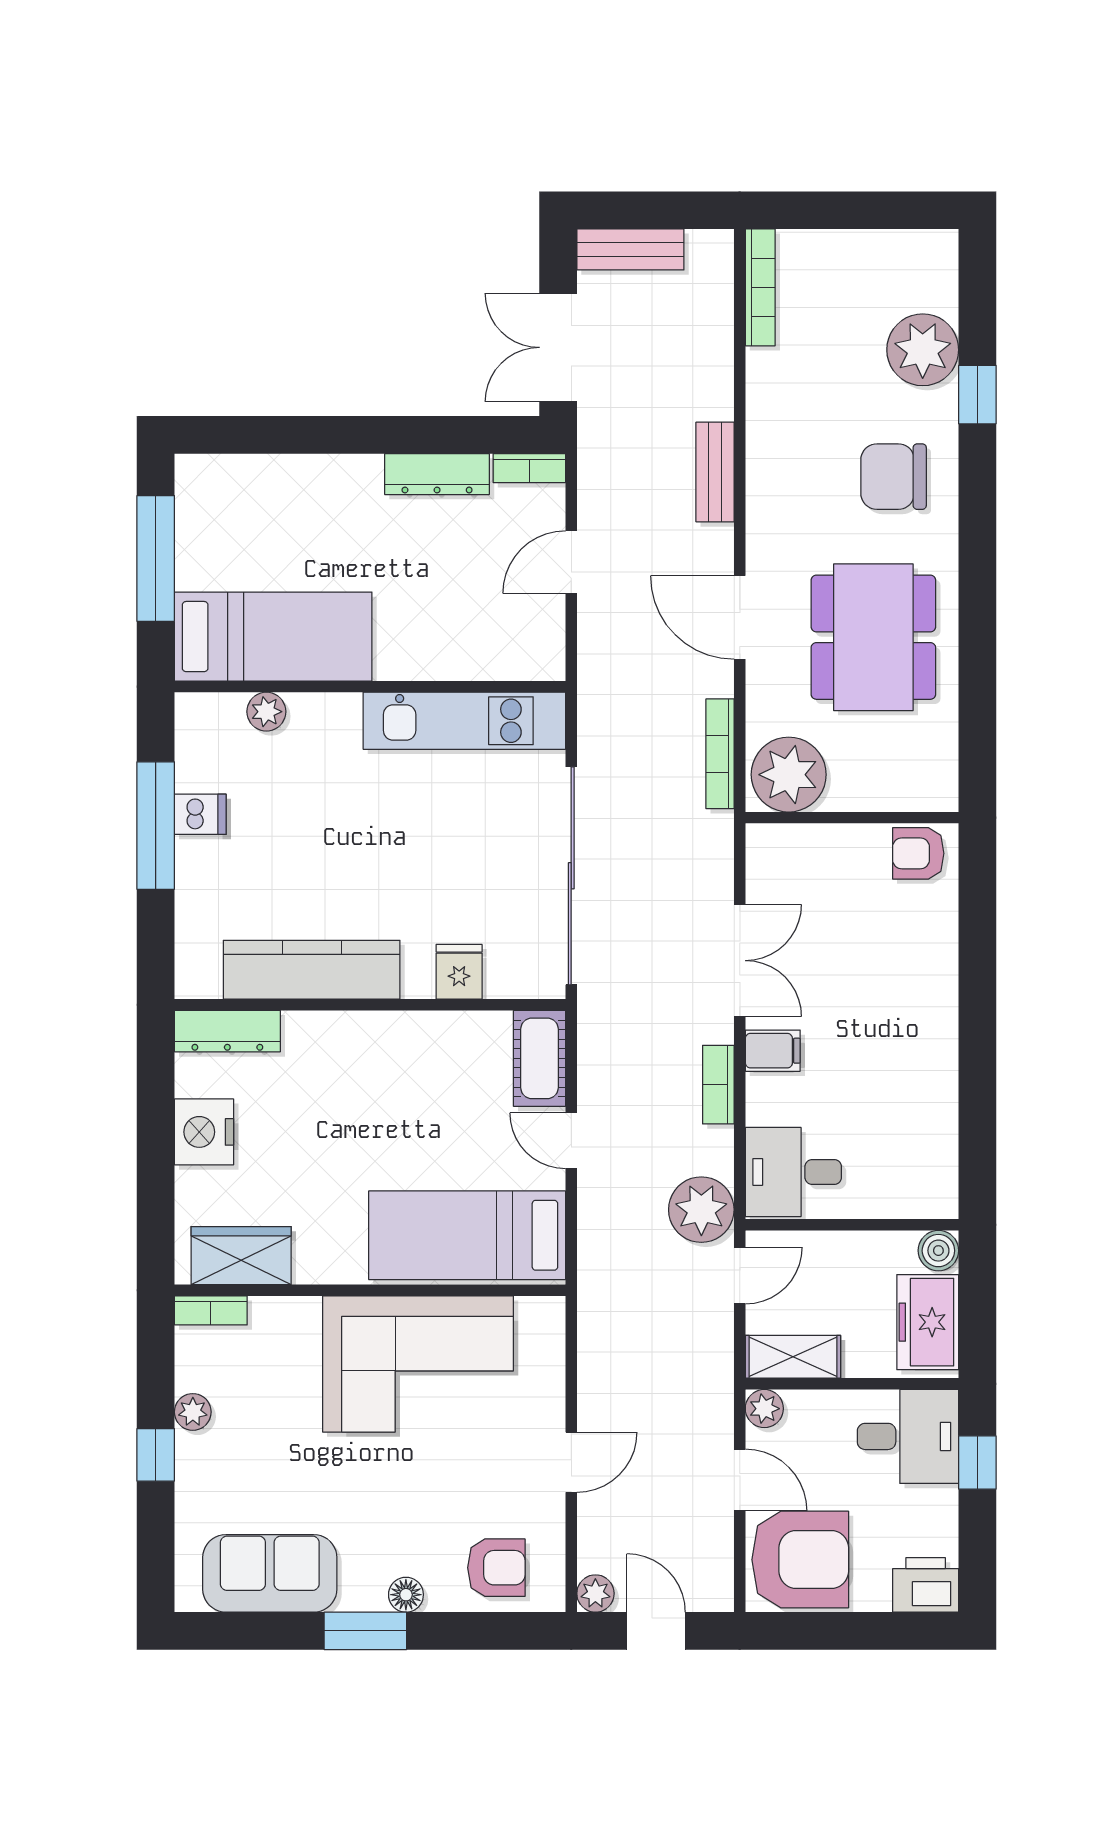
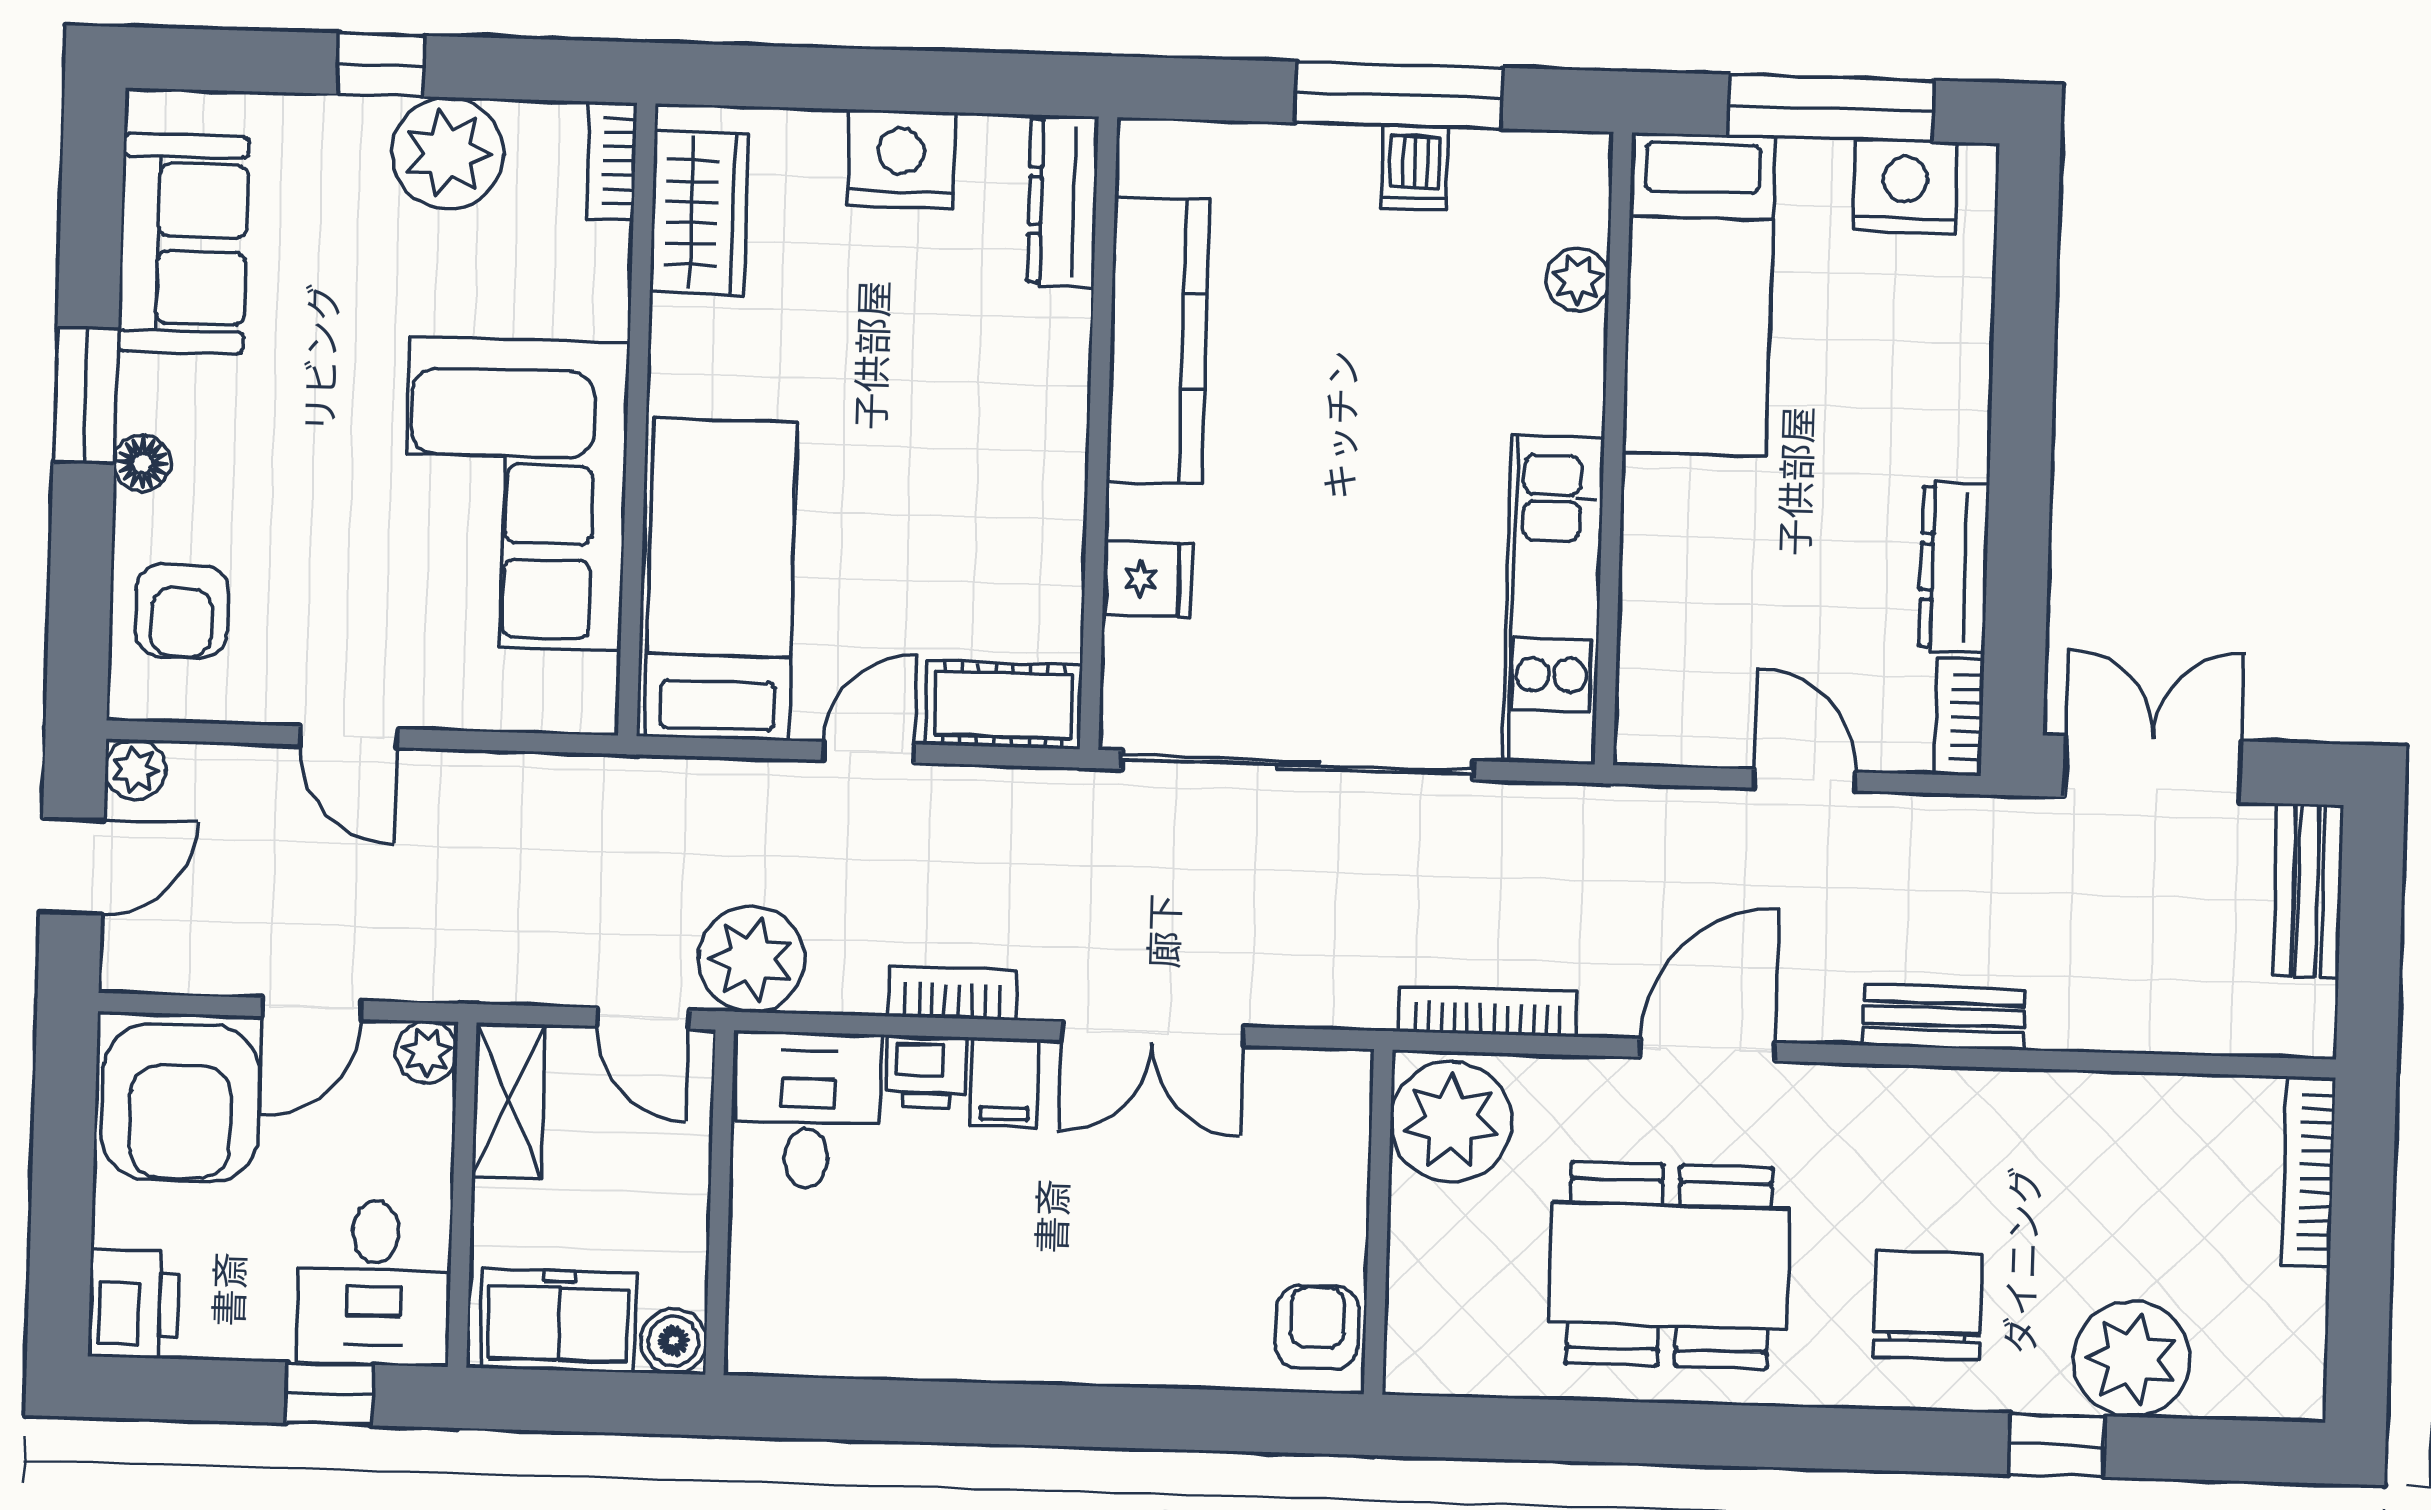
bookcase: (760, 287) -> (2309, 1171), moved, turned 90
nightstand: (203, 511) -> (1905, 186), added
printer: (767, 1099) -> (927, 1072), added
plant: (193, 1412) -> (448, 153), width x1.88, depth x1.88

